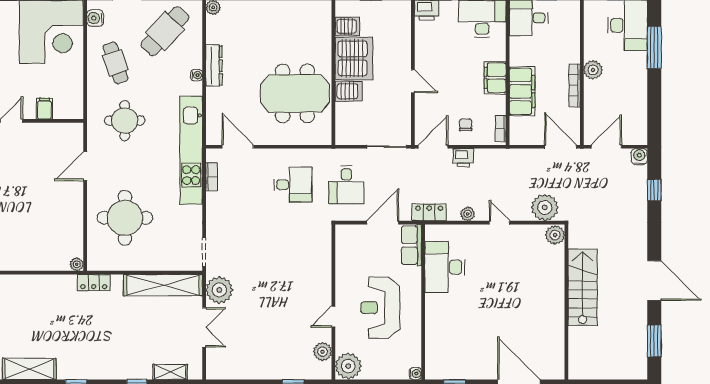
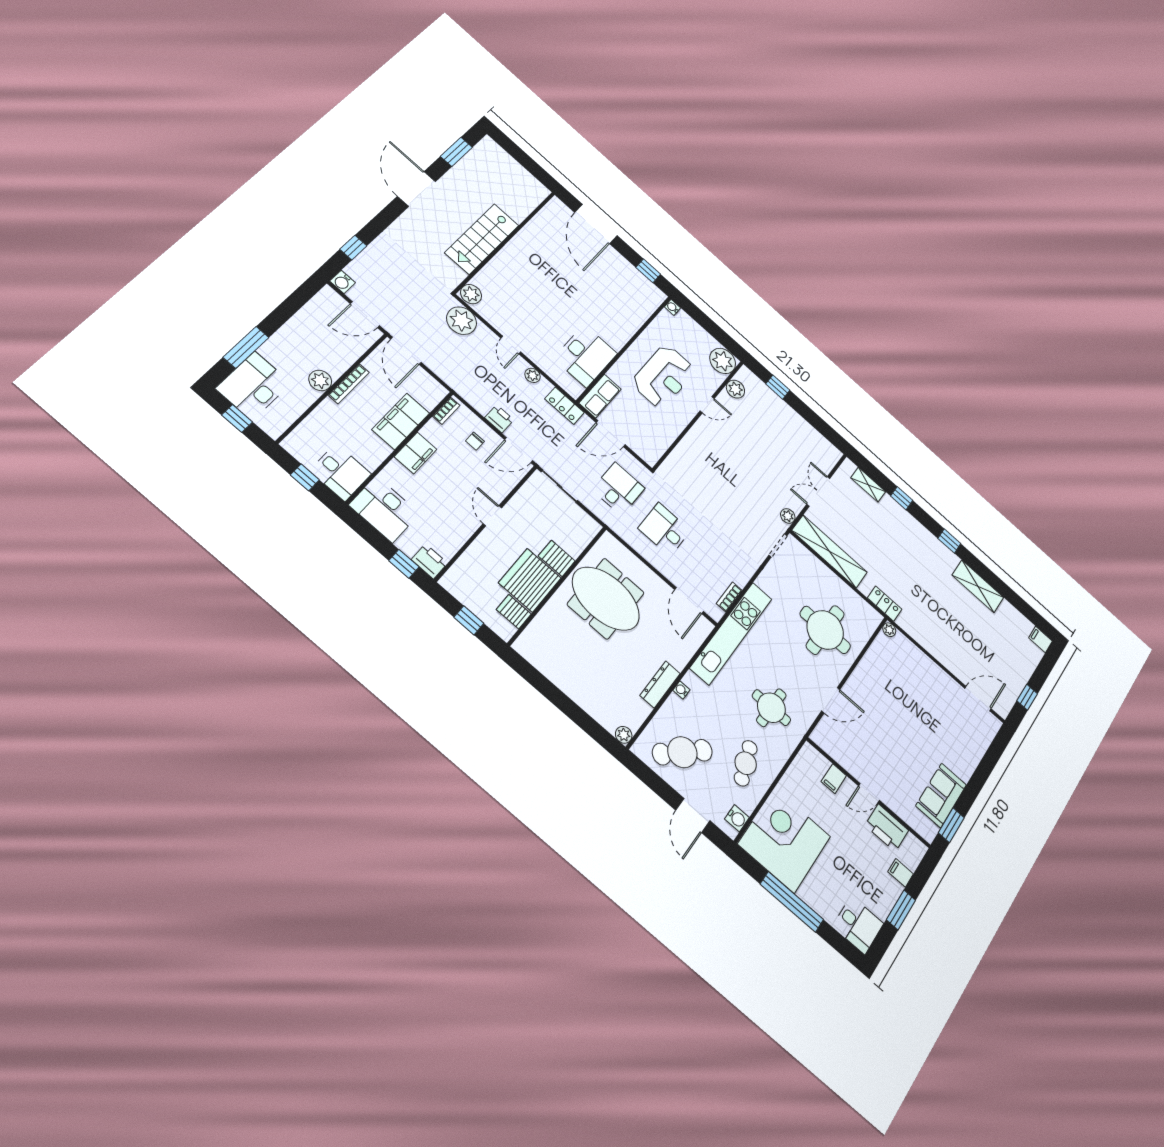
plant: (219, 290) -> (788, 516), width x0.53, depth x0.53

